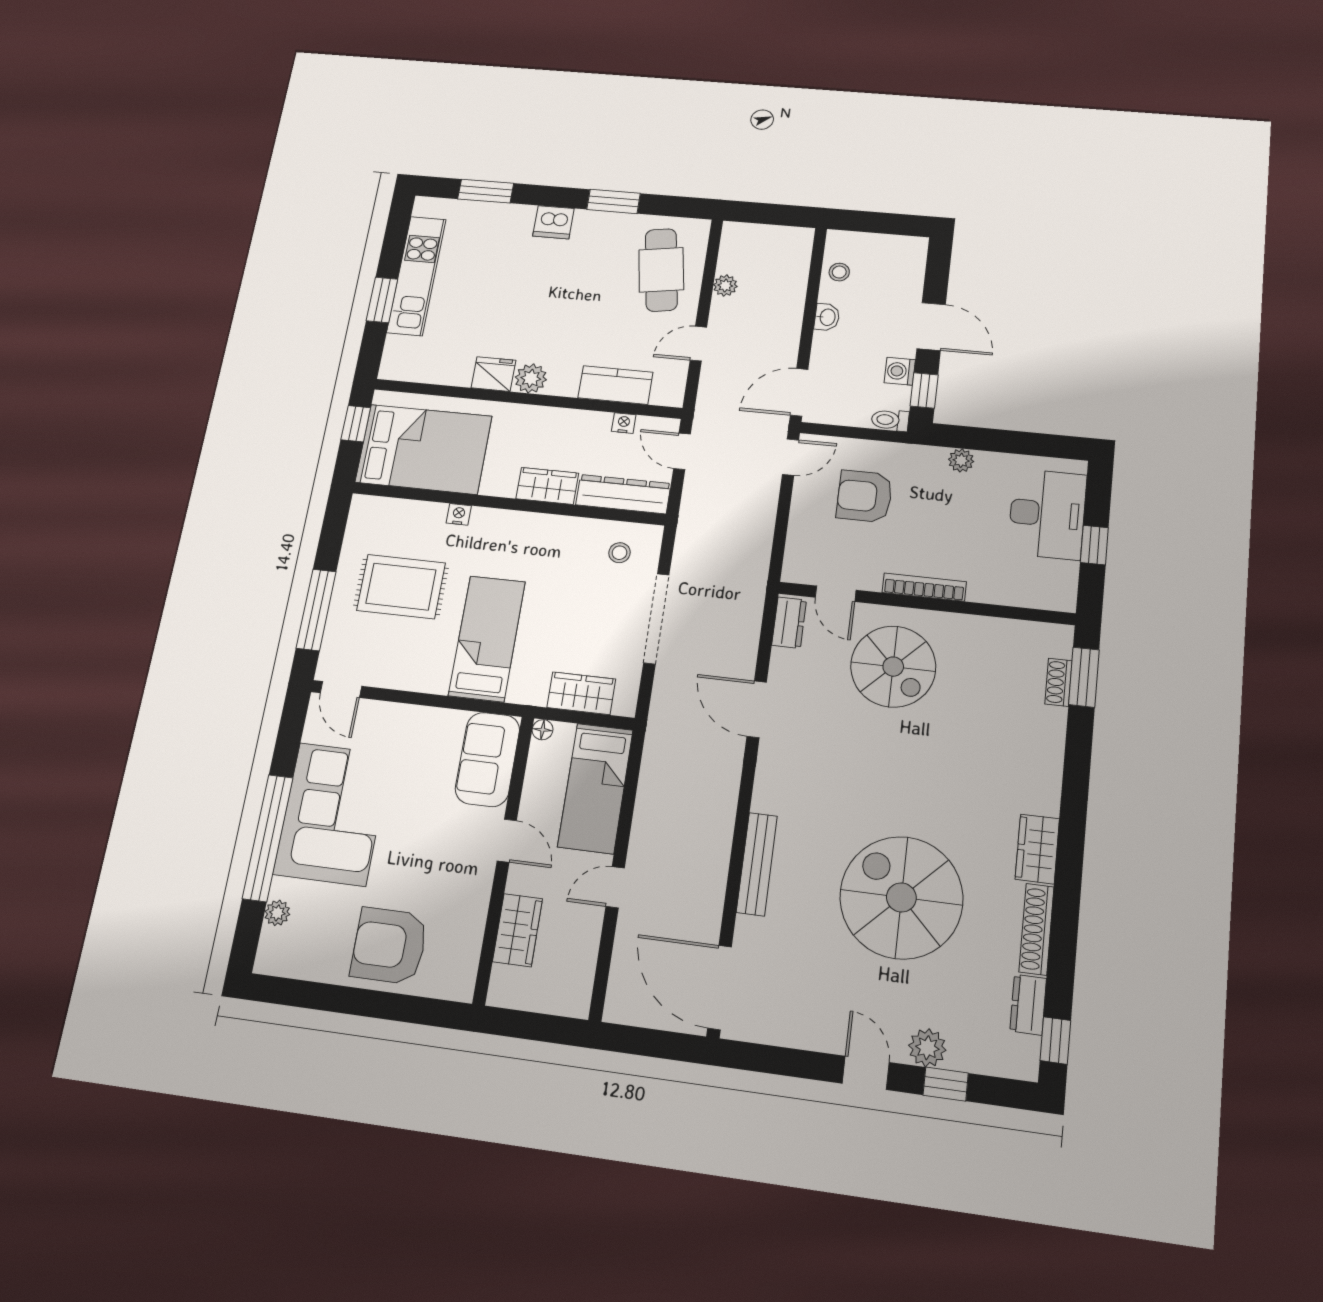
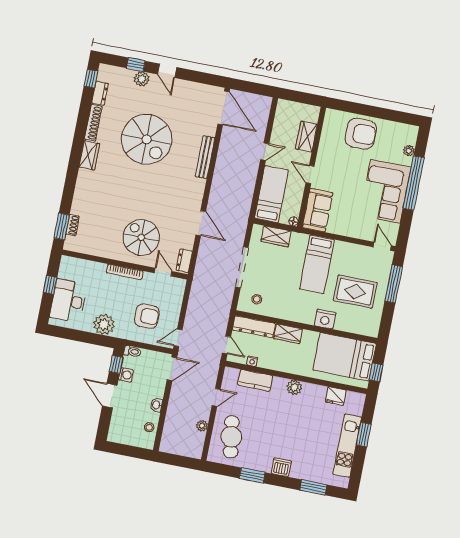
fridge: (494, 374) -> (336, 396), moved
plant: (961, 460) -> (104, 324), width x1.87, depth x1.87
nightstand: (459, 514) -> (325, 319), width x1.89, depth x1.79

